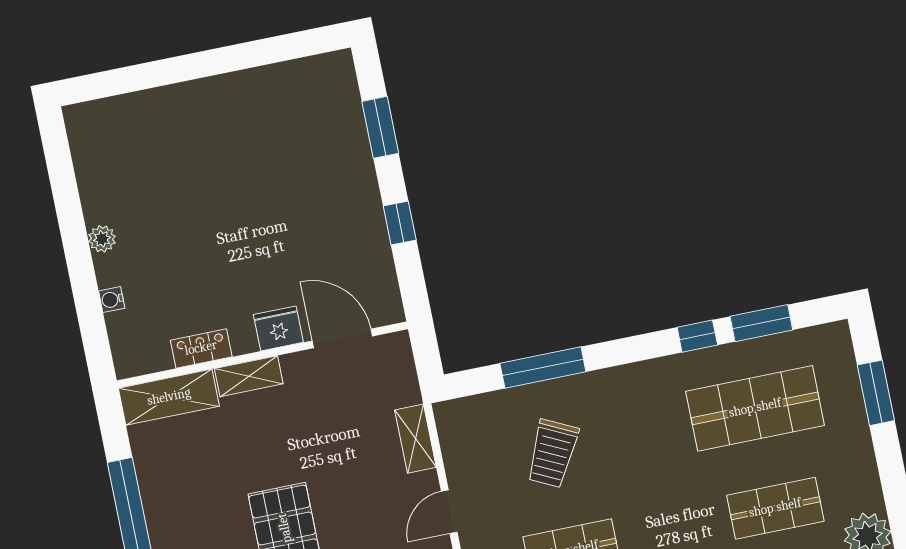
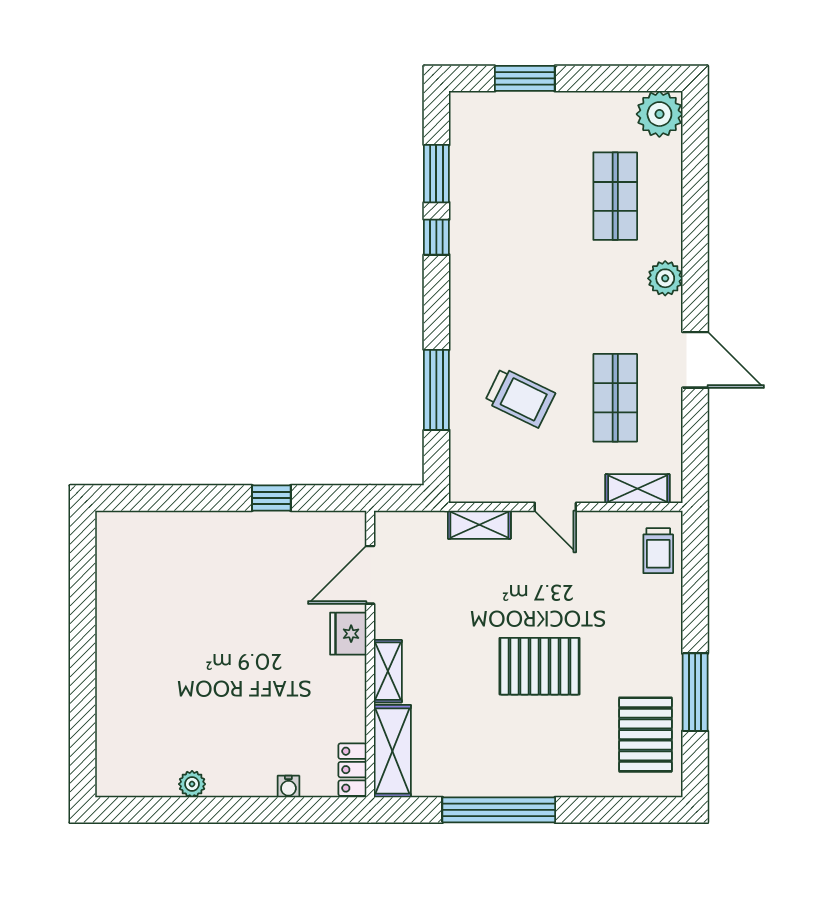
window: (380, 127) -> (177, 498), removed
plant: (102, 239) -> (192, 784), moved
locker: (201, 348) -> (352, 770), moved
shop shelf: (755, 408) -> (516, 196), removed

